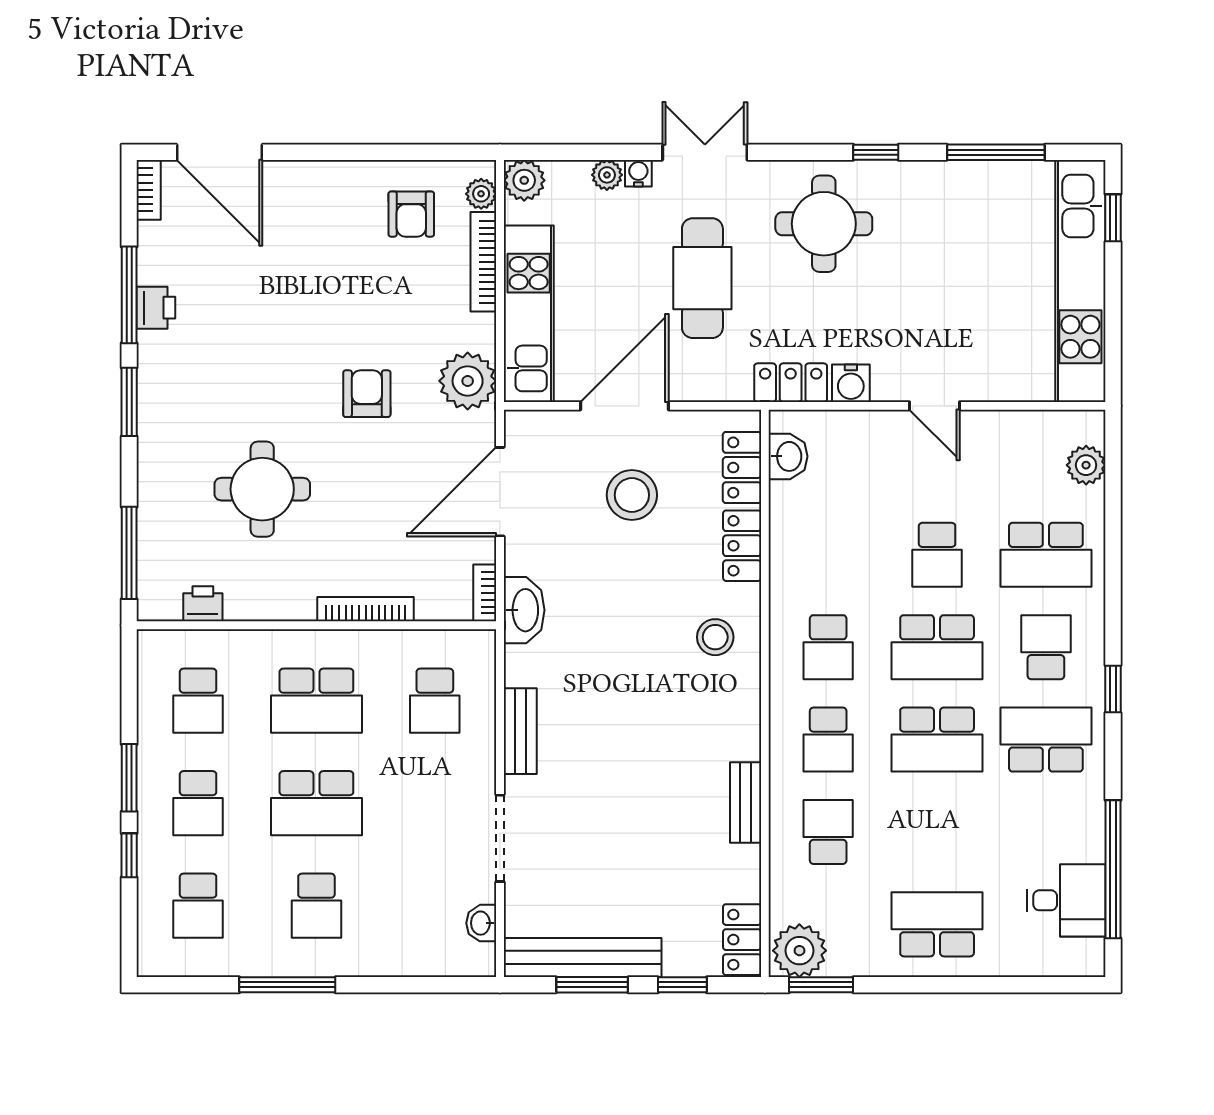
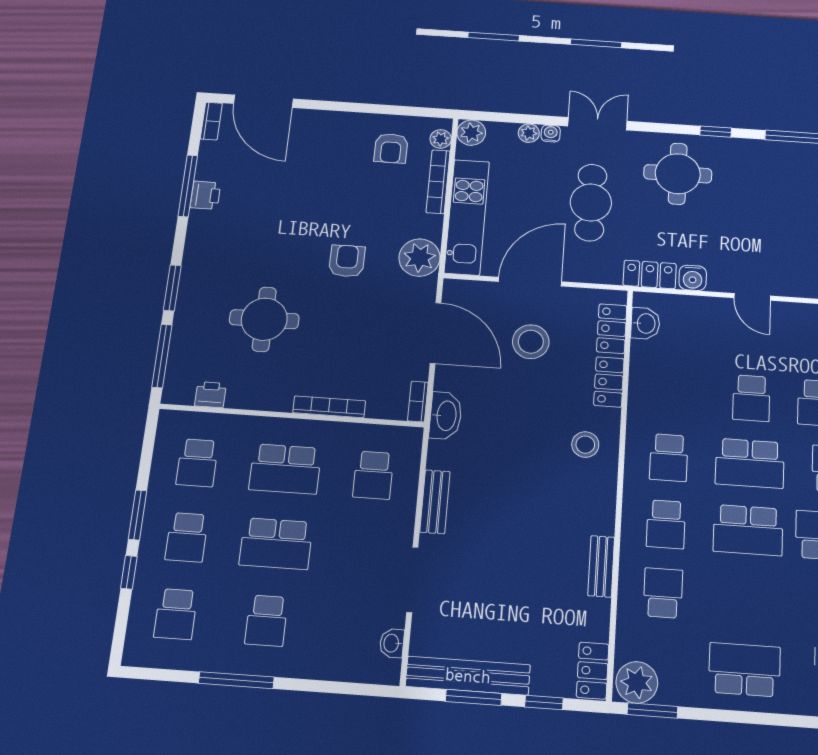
window: (129, 402) -> (172, 288), moved
door: (500, 492) -> (436, 333), swing flipped

